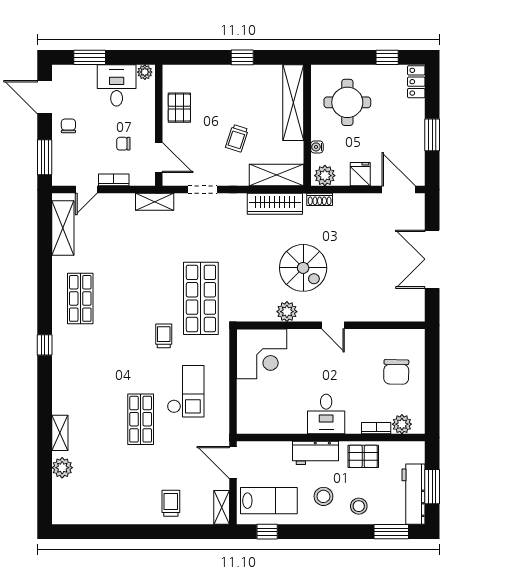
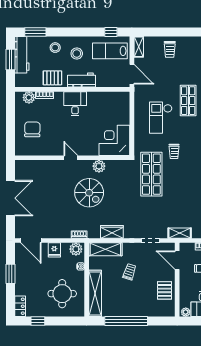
window: (242, 57) -> (126, 321), width x3.17
wardrobe: (275, 204) -> (112, 232), width x0.67
spiral stairs: (303, 268) -> (89, 193), turned 180

